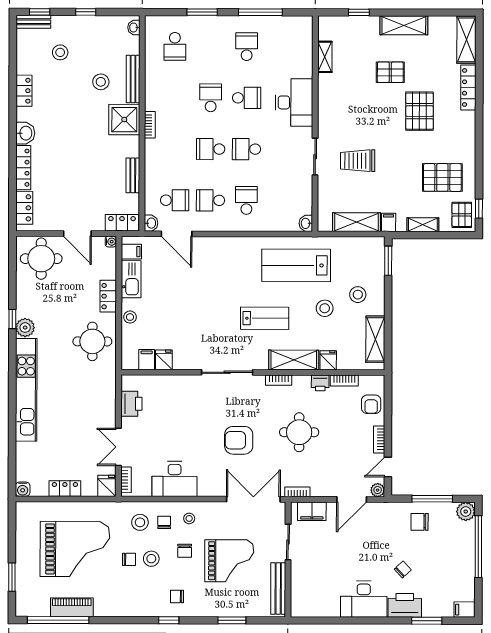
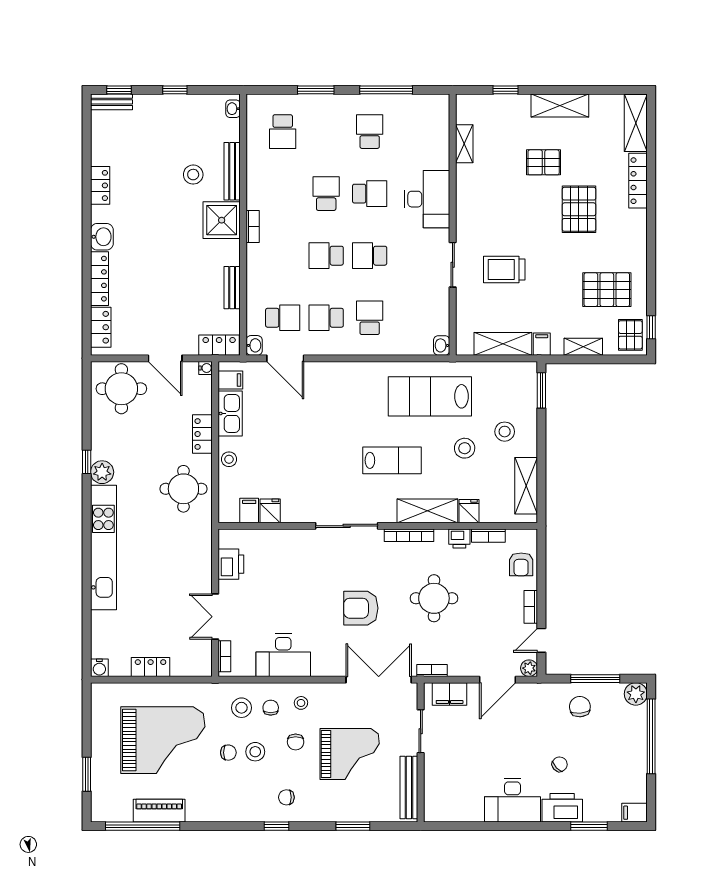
stool: (60, 52) -> (144, 139), removed
bookcase: (279, 380) -> (409, 535), width x1.56
fridge: (107, 486) -> (201, 664), removed
chair: (420, 522) -> (580, 707), turned 85

